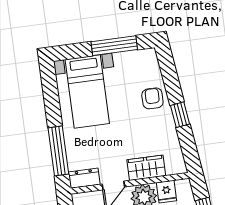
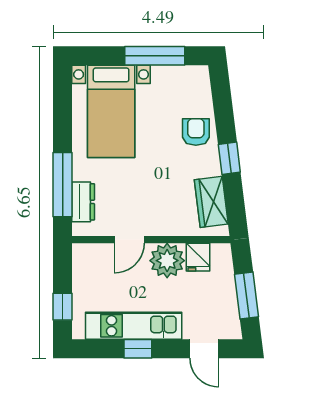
wardrobe: (146, 168) -> (211, 202), moved, turned -97
dresser: (84, 178) -> (83, 202), moved, turned 90

